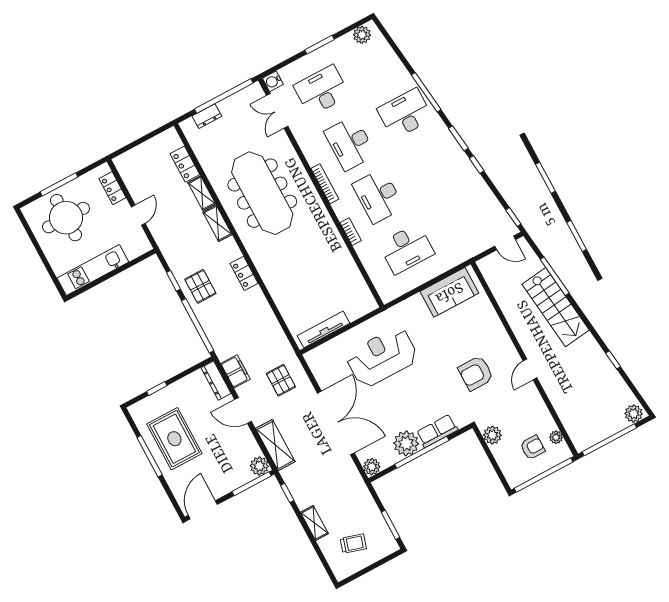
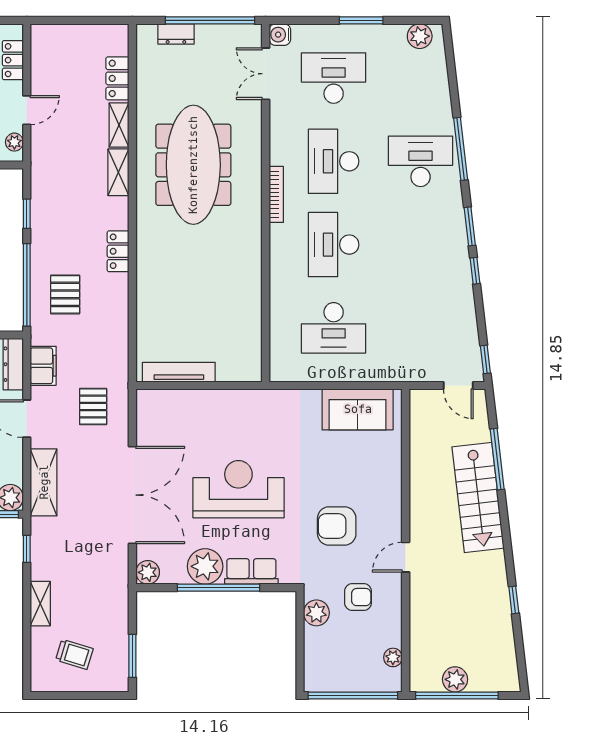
bookcase: (351, 232) -> (276, 270), removed
plant: (141, 239) -> (14, 142), added
pallet: (200, 286) -> (65, 294), moved
reception desk: (382, 357) -> (238, 489), moved
plant: (634, 414) -> (455, 679), moved
armchair: (532, 447) -> (358, 597), moved

